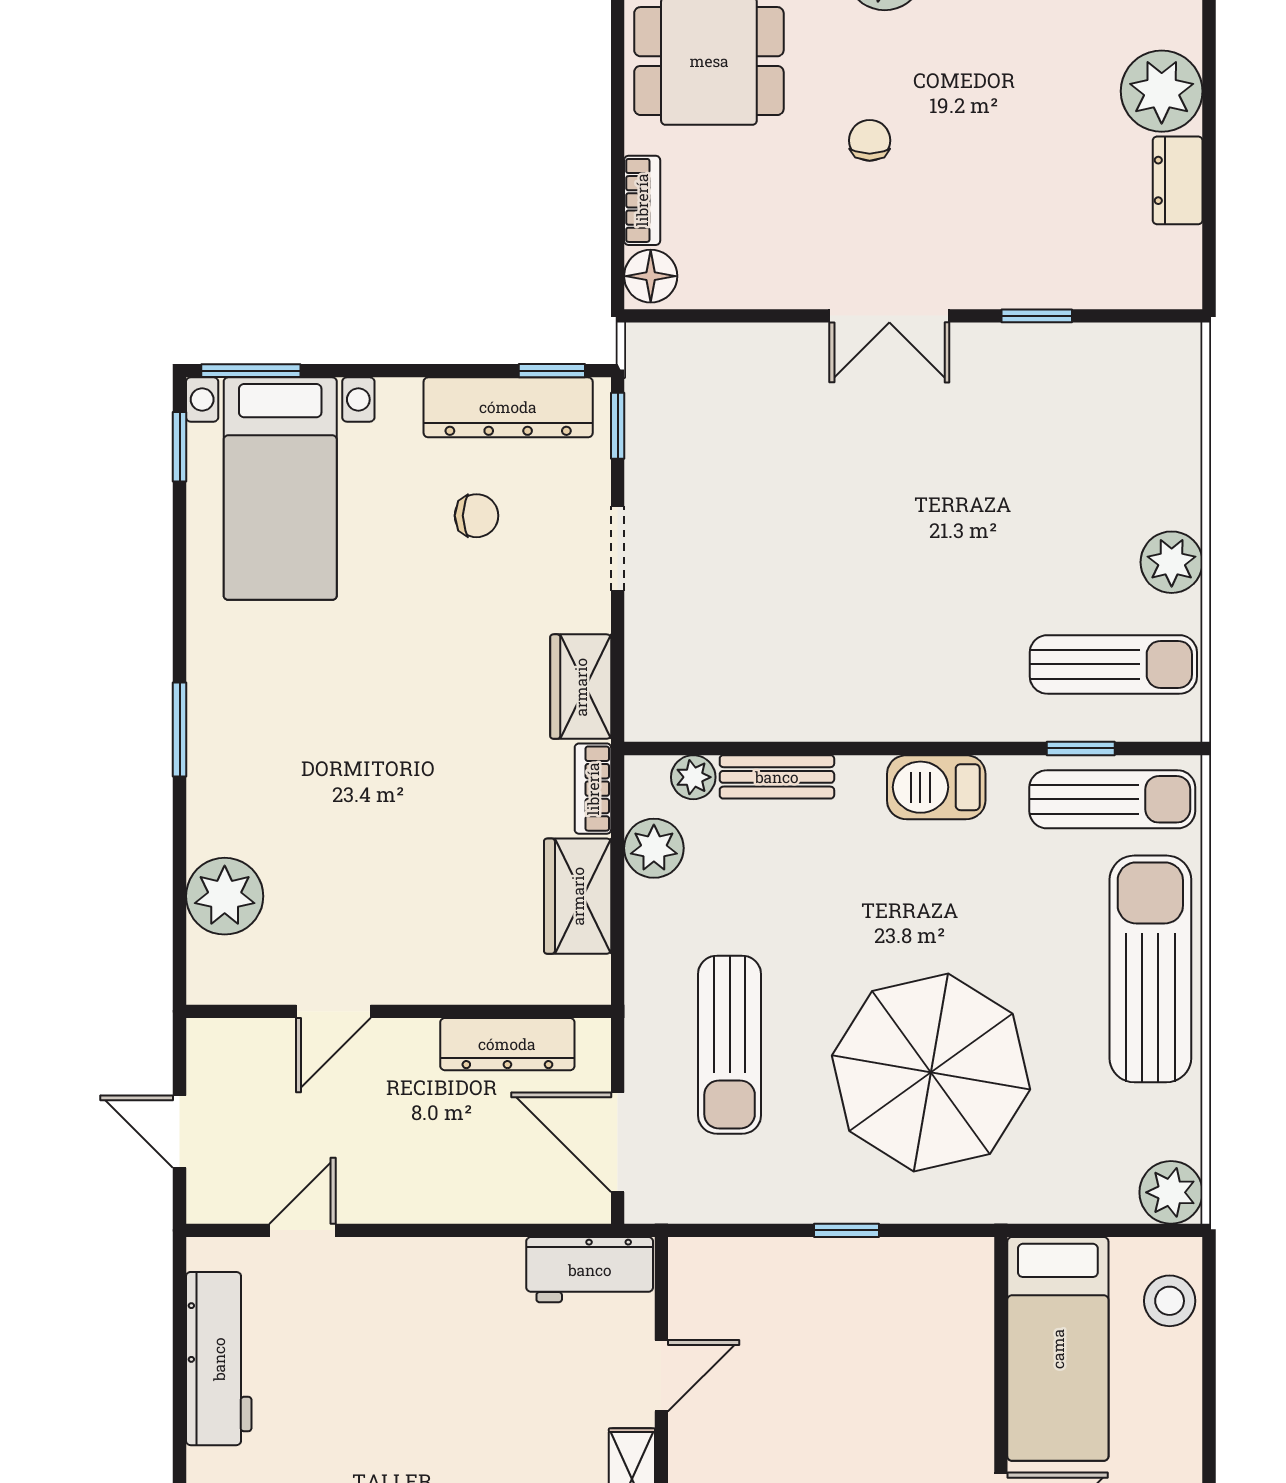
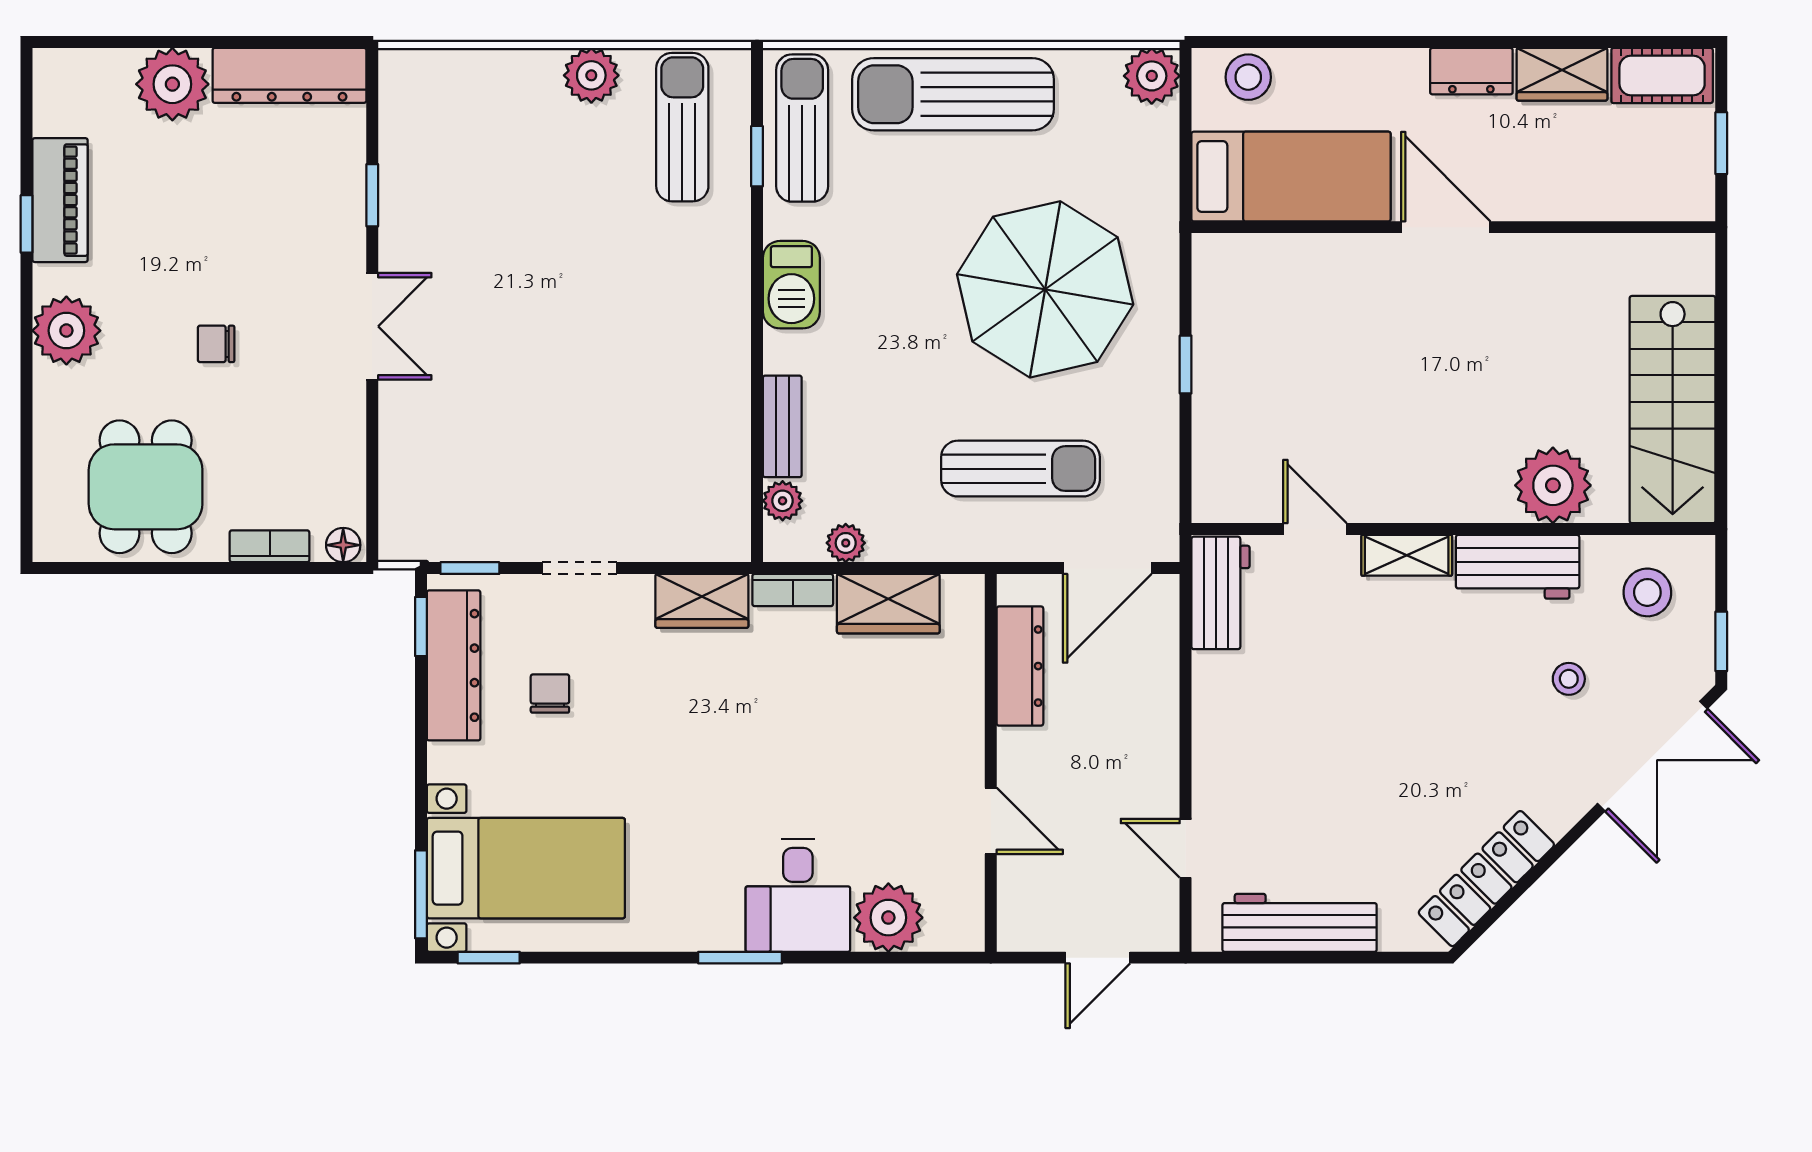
dresser: (1178, 180) -> (289, 75), width x1.96, depth x1.24
floor lamp: (651, 276) -> (343, 545), width x0.73, depth x0.73
desk: (250, 794) -> (798, 895), added
plant: (654, 848) -> (846, 543), width x0.73, depth x0.73

